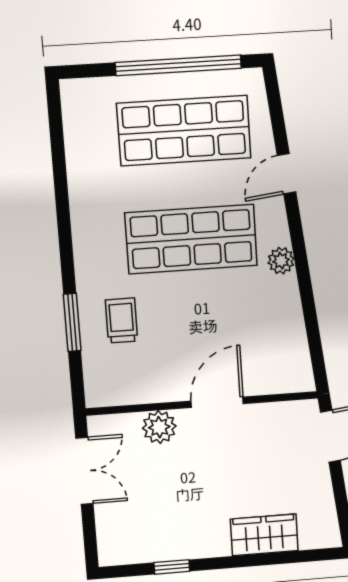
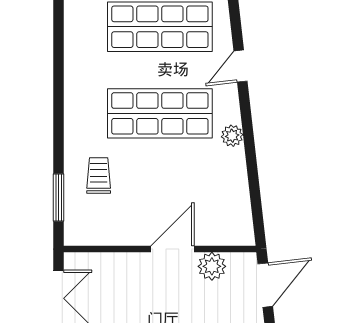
window: (72, 323) -> (59, 197), moved
plant: (159, 427) -> (212, 266), moved

